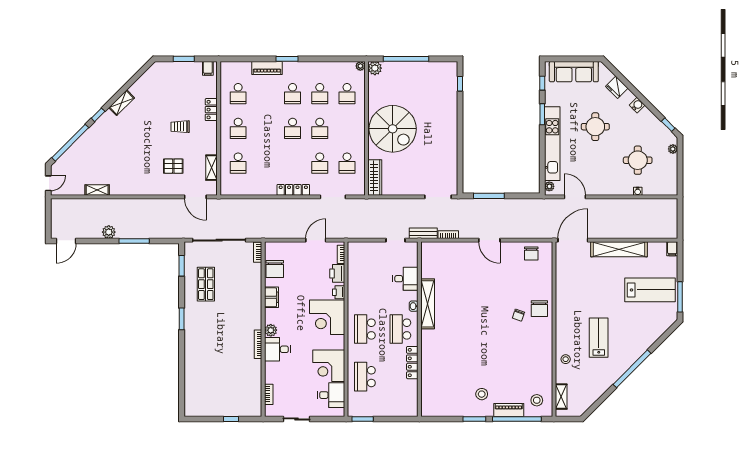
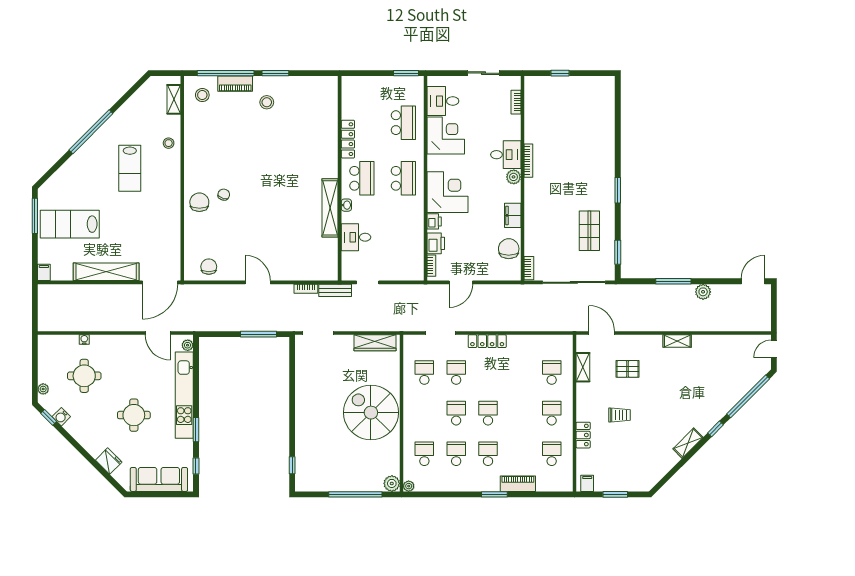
water cooler: (637, 105) -> (61, 417), moved
wardrobe: (375, 178) -> (375, 343), moved, turned -90
shelving: (97, 190) -> (677, 341), moved

